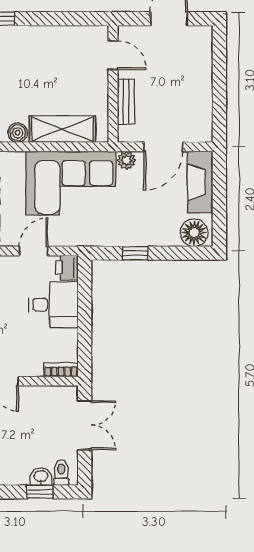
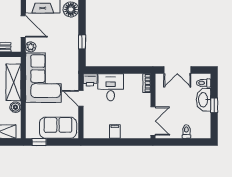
double door: (85, 425) -> (177, 70), swing flipped
washbasin: (41, 477) -> (204, 100), width x1.91, depth x1.45
window: (40, 492) -> (214, 105), moved

